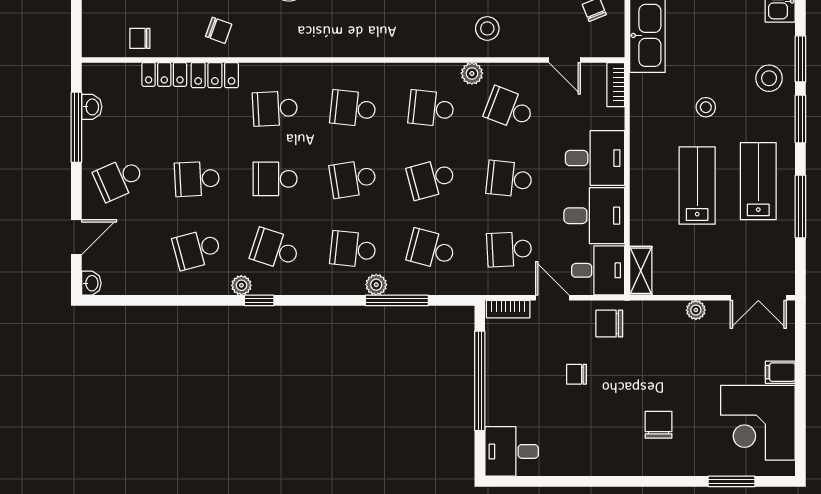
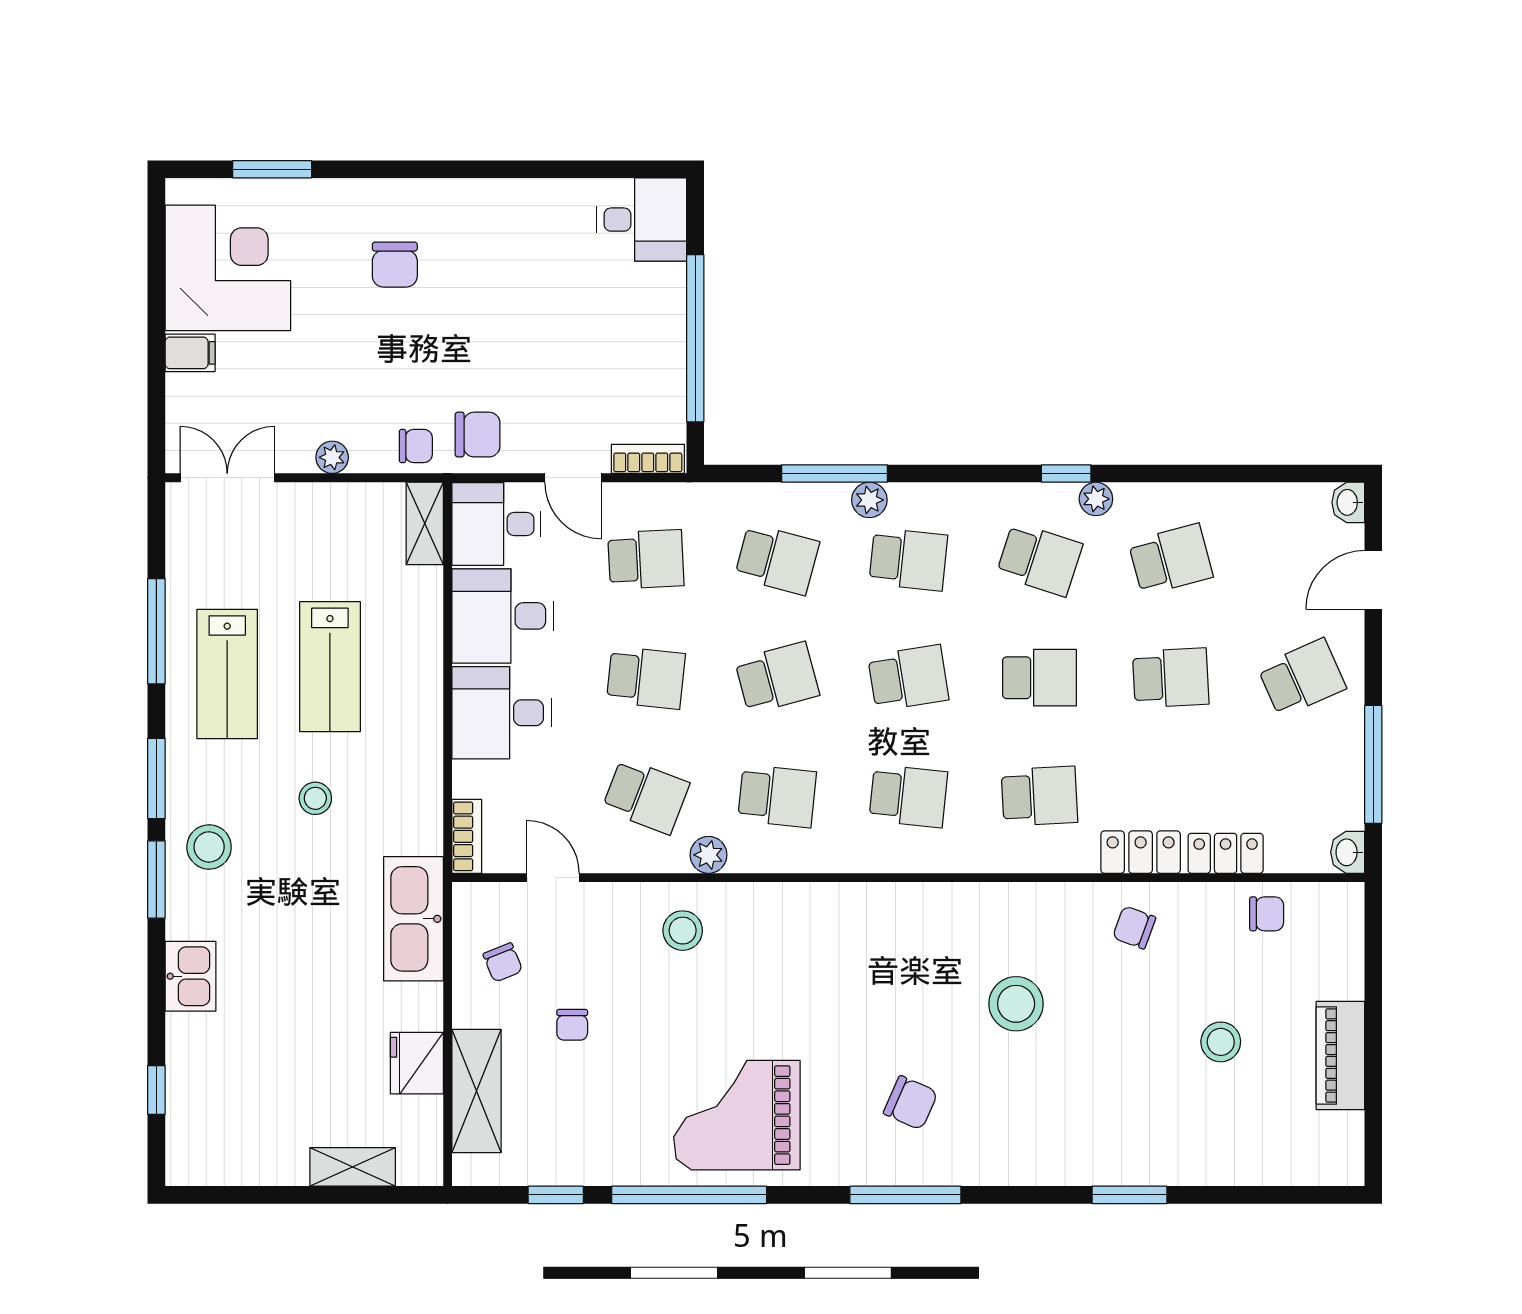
washbasin: (92, 107) -> (1348, 852), moved
chair: (577, 374) -> (416, 446), moved

